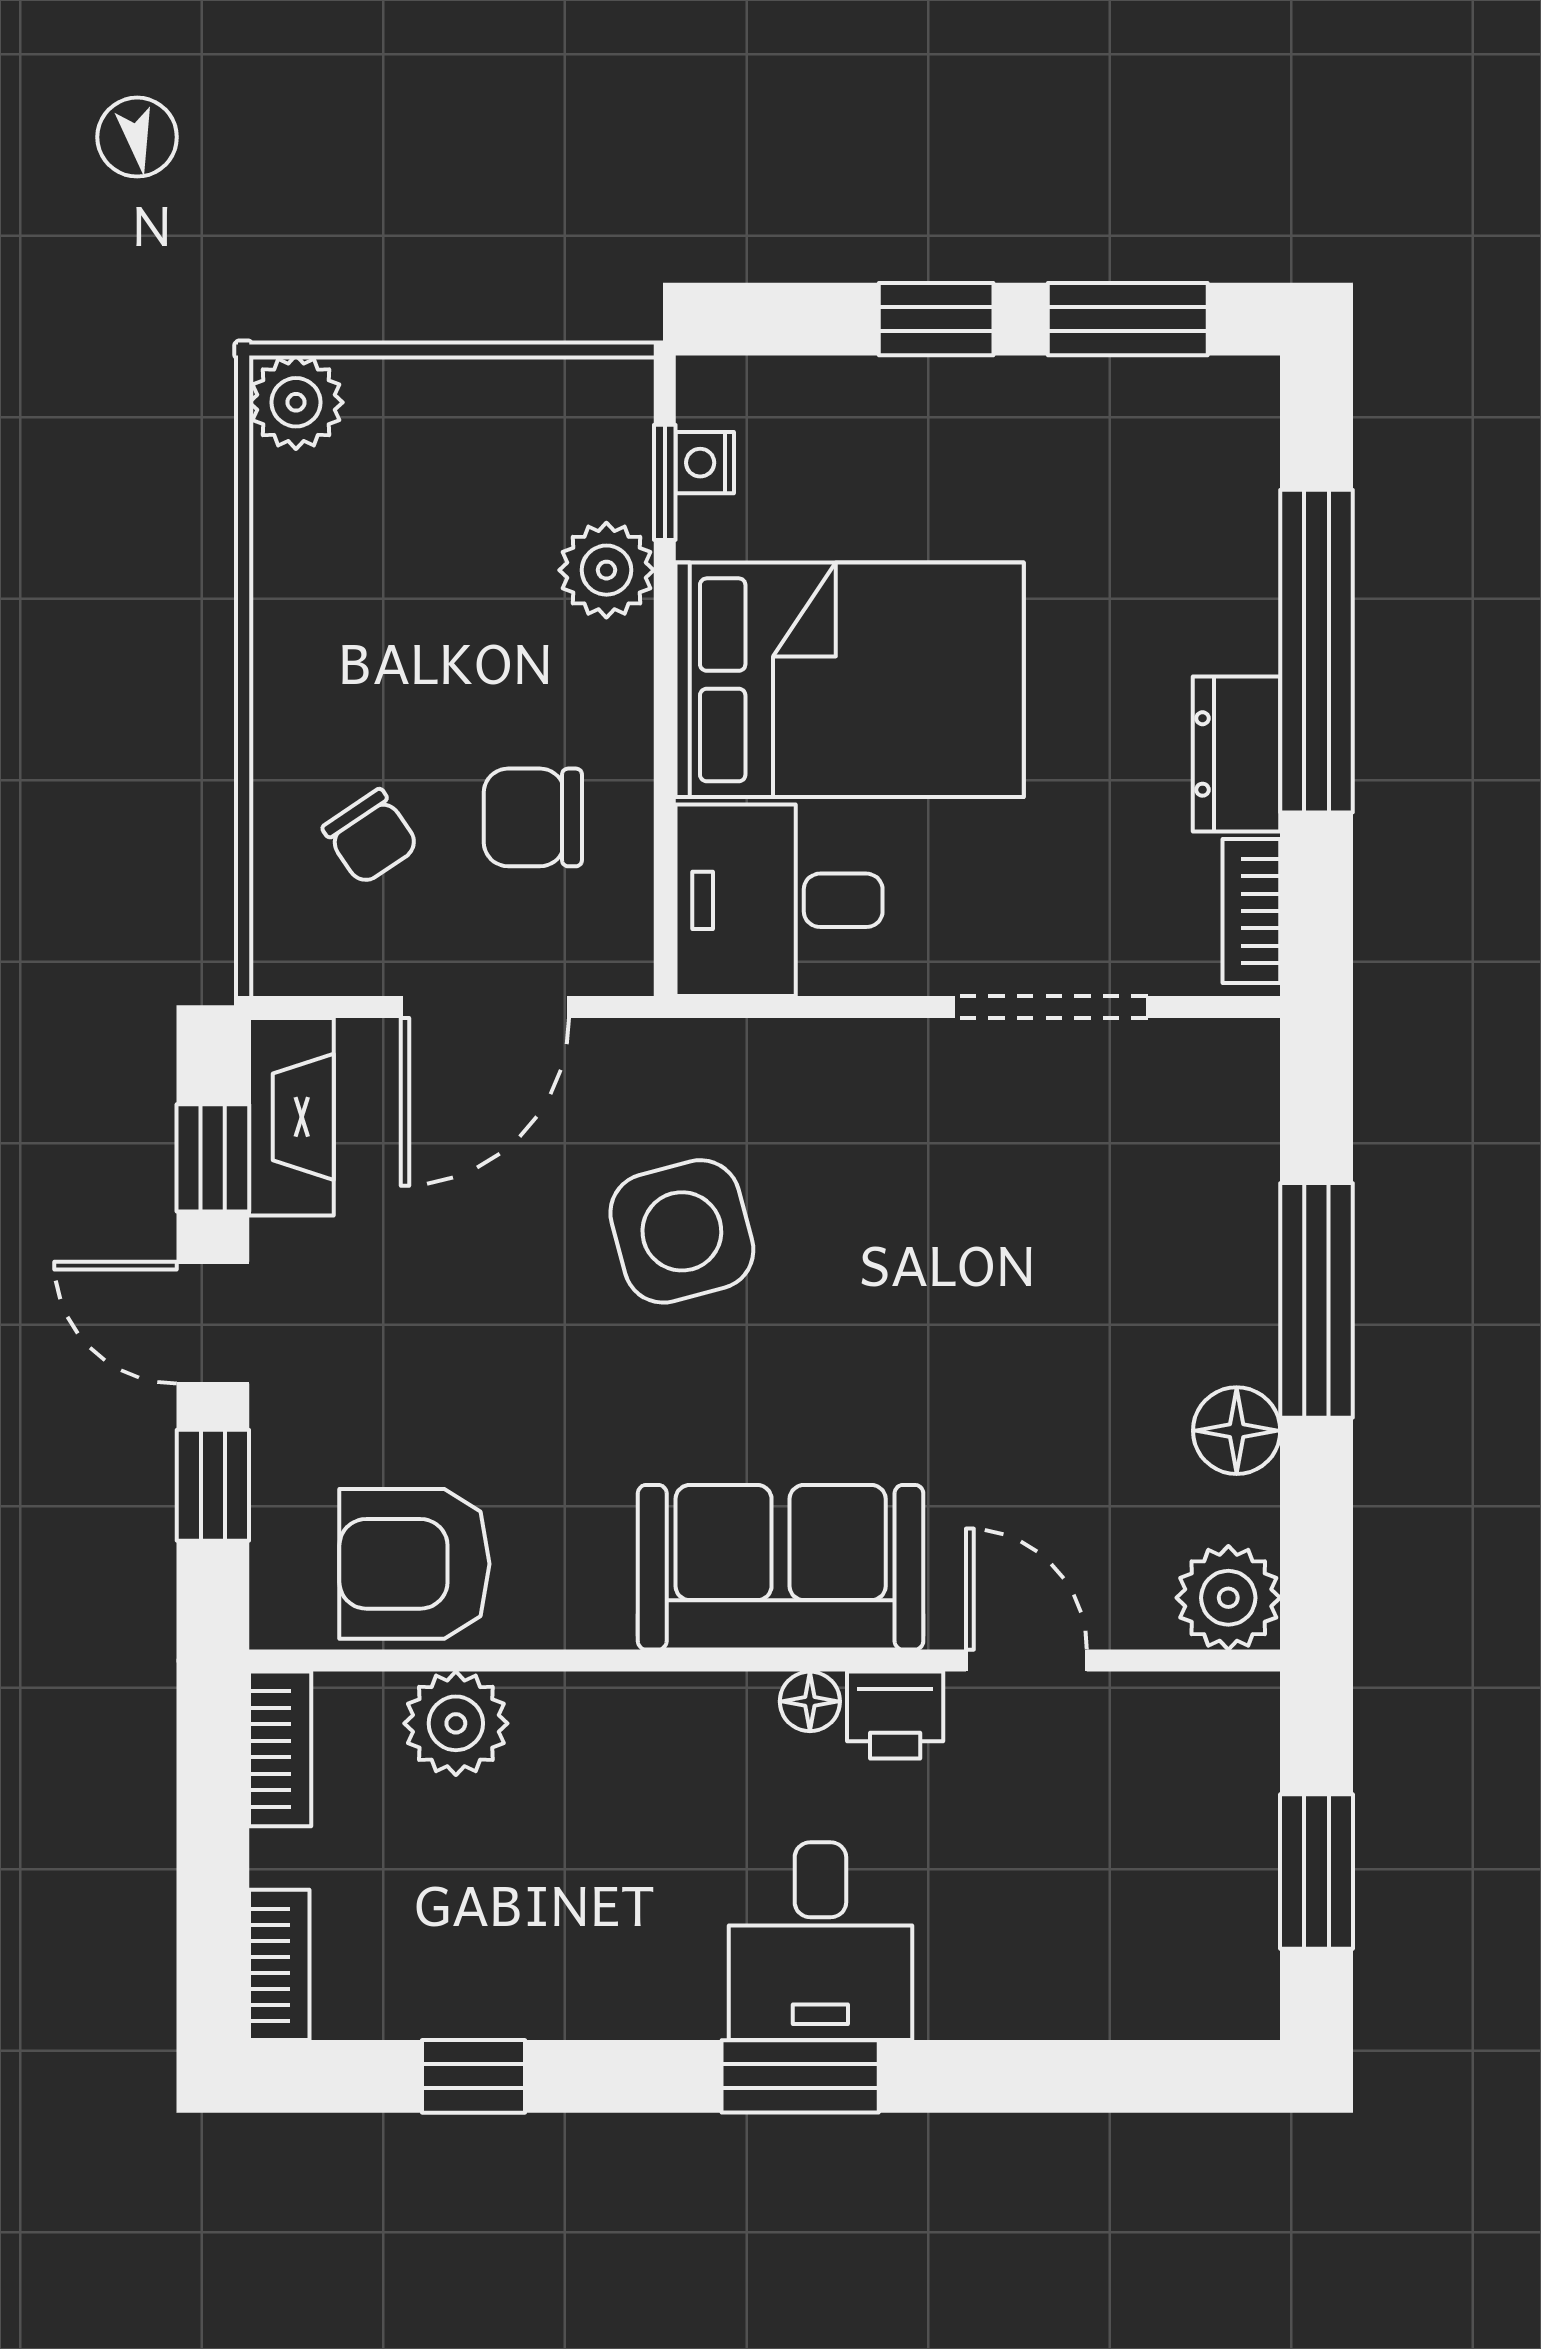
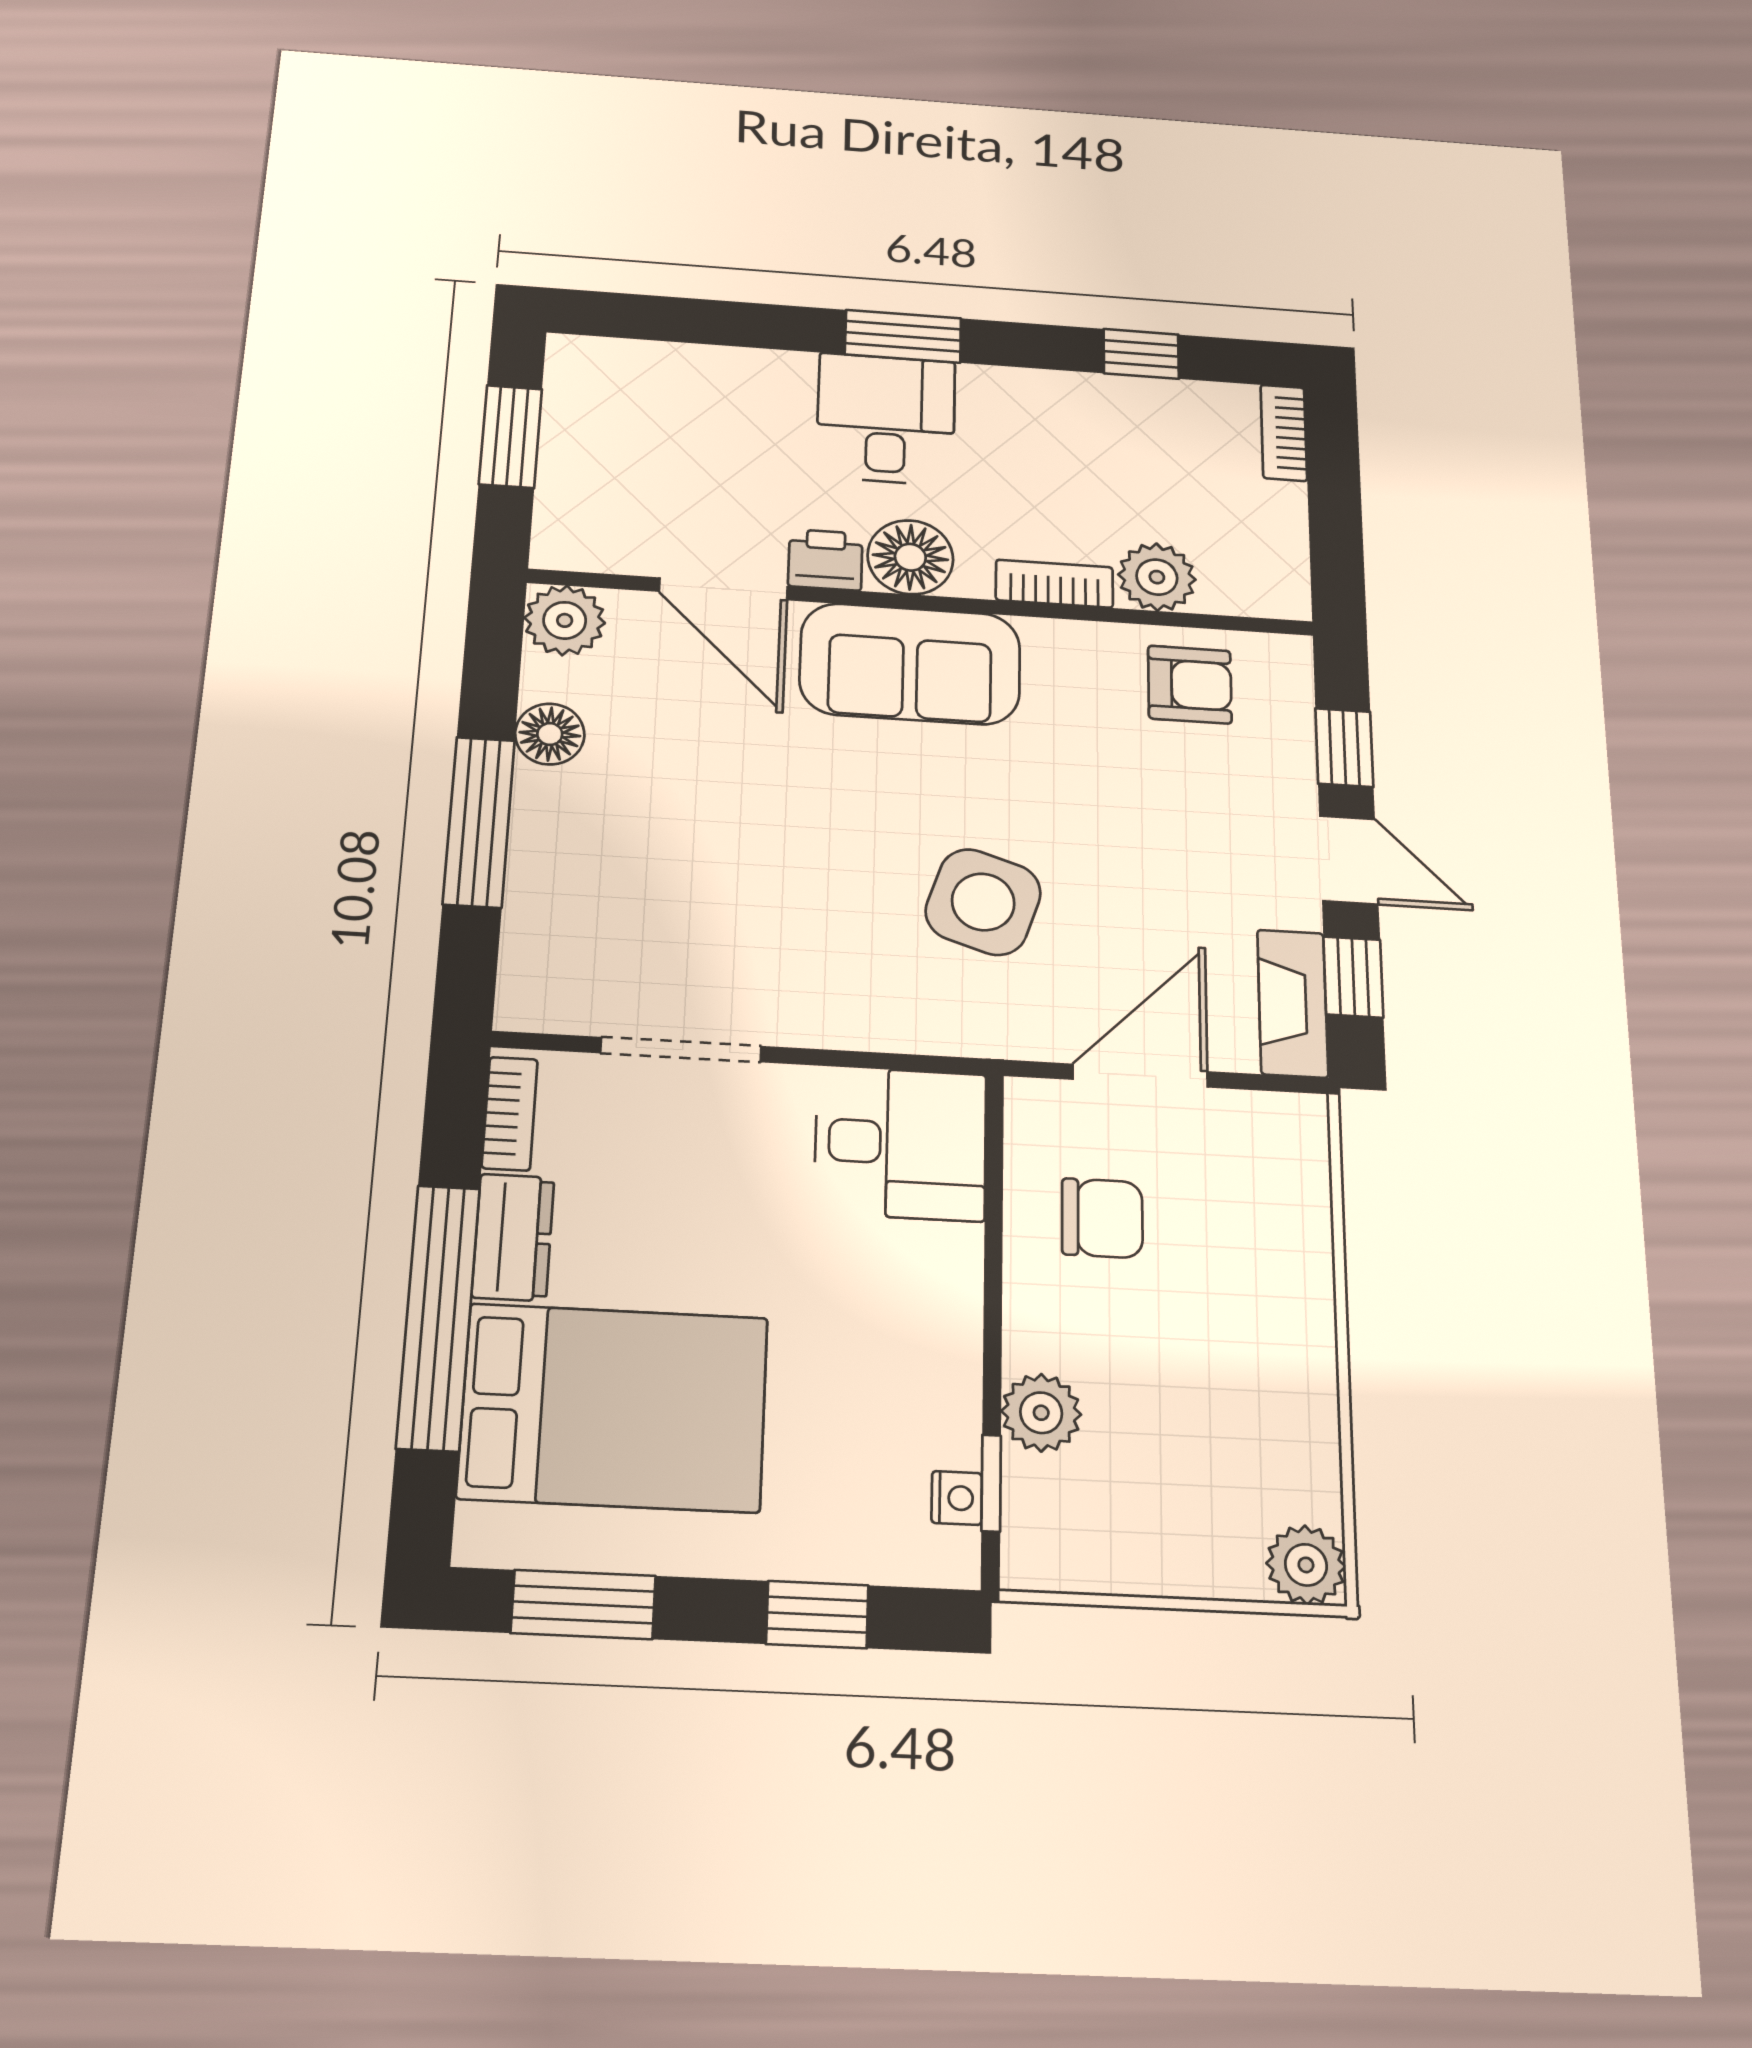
window: (936, 319) -> (817, 1615), moved
bed: (850, 680) -> (614, 1407), moved, turned 180
chair: (371, 837) -> (1235, 1210), removed
side table: (682, 1231) -> (983, 902), turned 33
armchair: (414, 1564) -> (1190, 685), width x0.72, depth x0.72
door: (1026, 1661) -> (723, 589), width x1.38
floor lamp: (810, 1701) -> (910, 557), width x1.89, depth x1.89
bookcase: (280, 1749) -> (1054, 584), moved, turned 90

